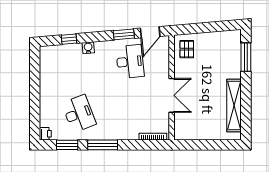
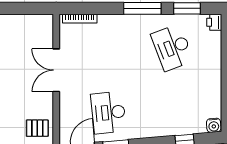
water cooler: (88, 48) -> (214, 125), moved
pallet: (187, 49) -> (37, 128), turned 90

